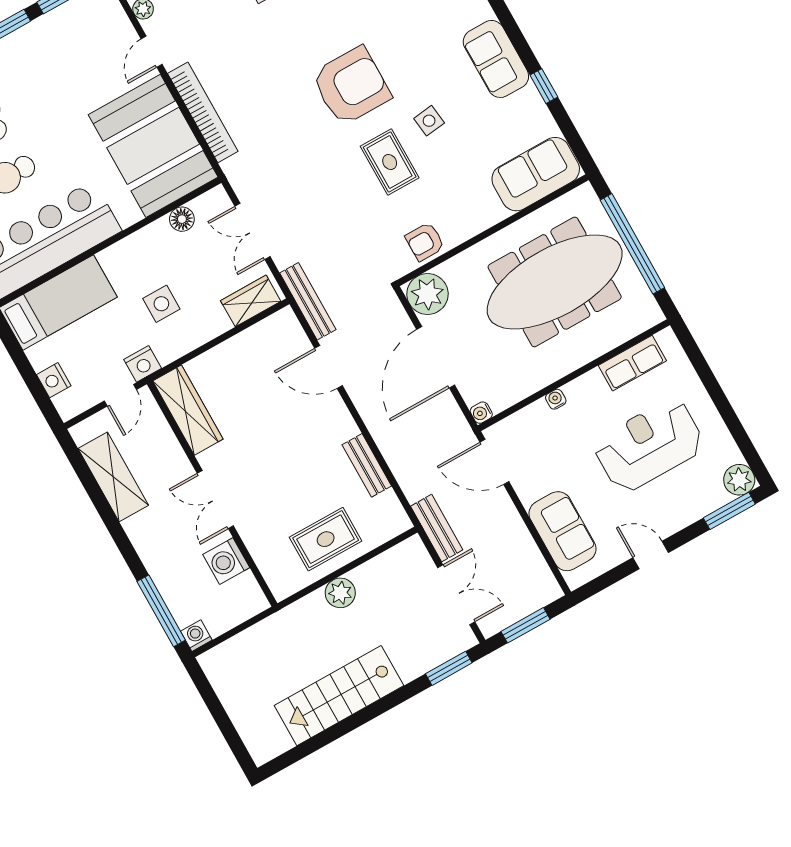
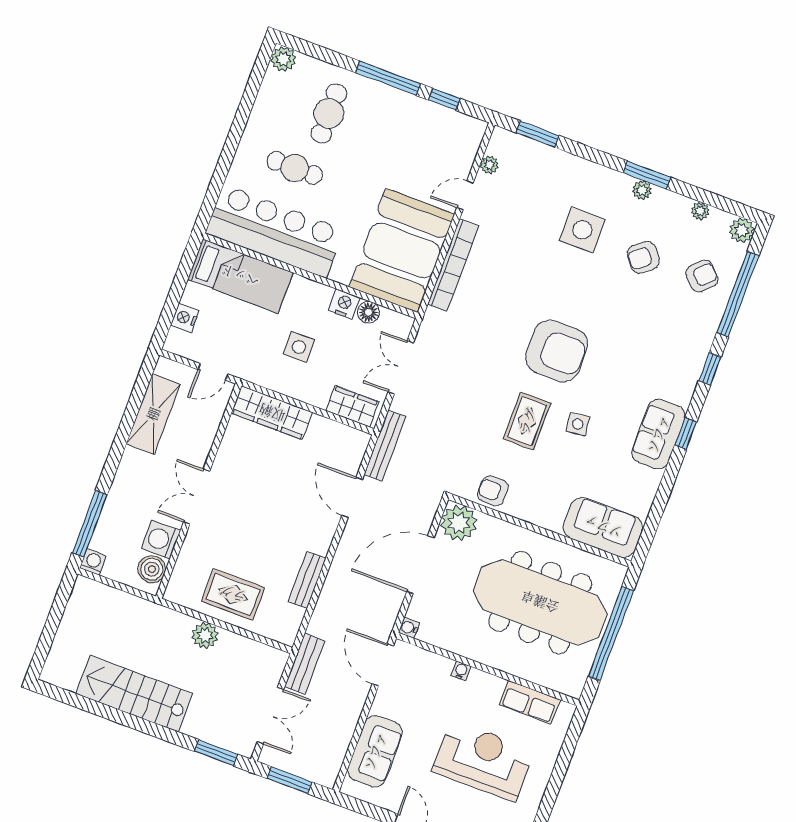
window: (544, 86) -> (686, 434), moved
nightstand: (143, 364) -> (344, 304), moved, turned 180
wardrobe: (188, 410) -> (272, 413), moved, turned 90
boiler: (245, 590) -> (152, 569), added

